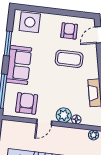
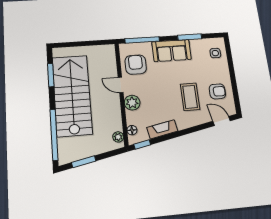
side table: (30, 22) -> (215, 53), width x0.54, depth x0.54
armchair: (27, 103) -> (136, 65), turned -90
floor lamp: (76, 119) -> (132, 130), moved

